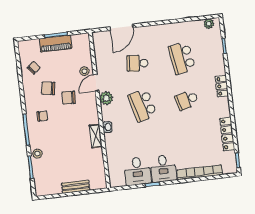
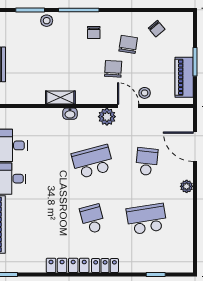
plant: (209, 24) -> (187, 186), moved
piano: (56, 44) -> (184, 77), moved
locker: (227, 134) -> (68, 265), moved

